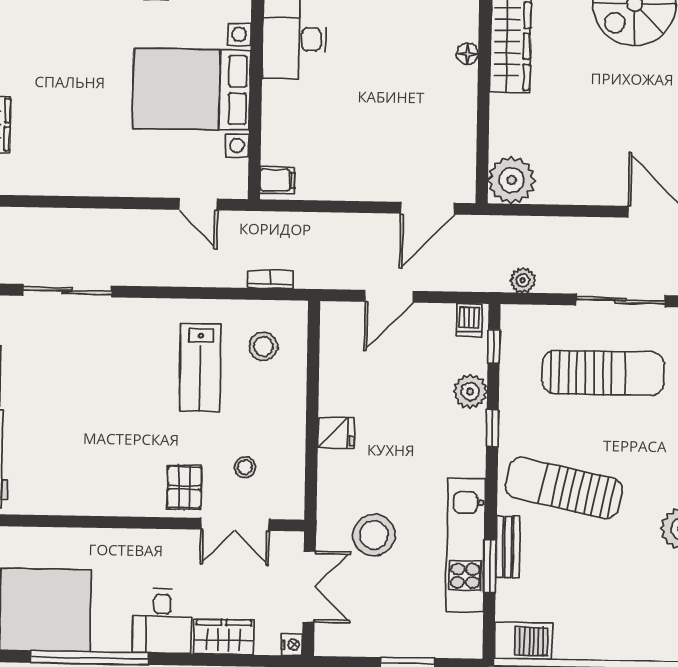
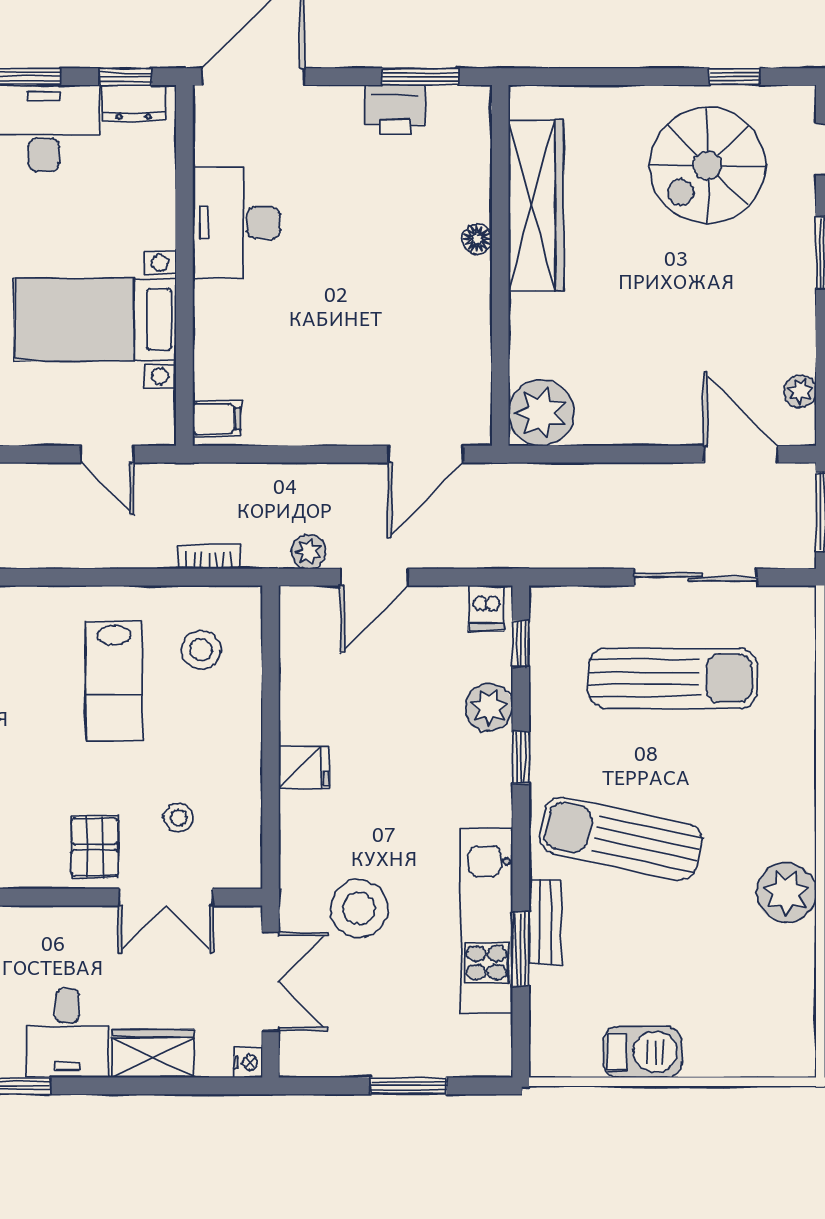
bed with nightstands: (192, 89) -> (95, 319), width x0.73
plant: (523, 280) -> (308, 552), moved
barbecue: (523, 641) -> (643, 1052), moved

